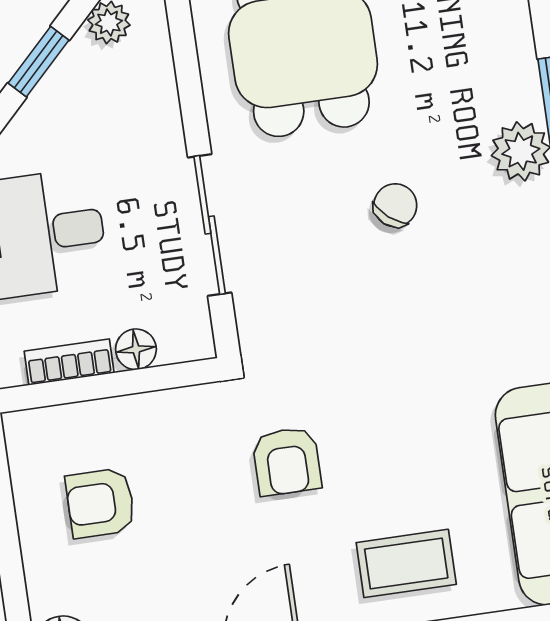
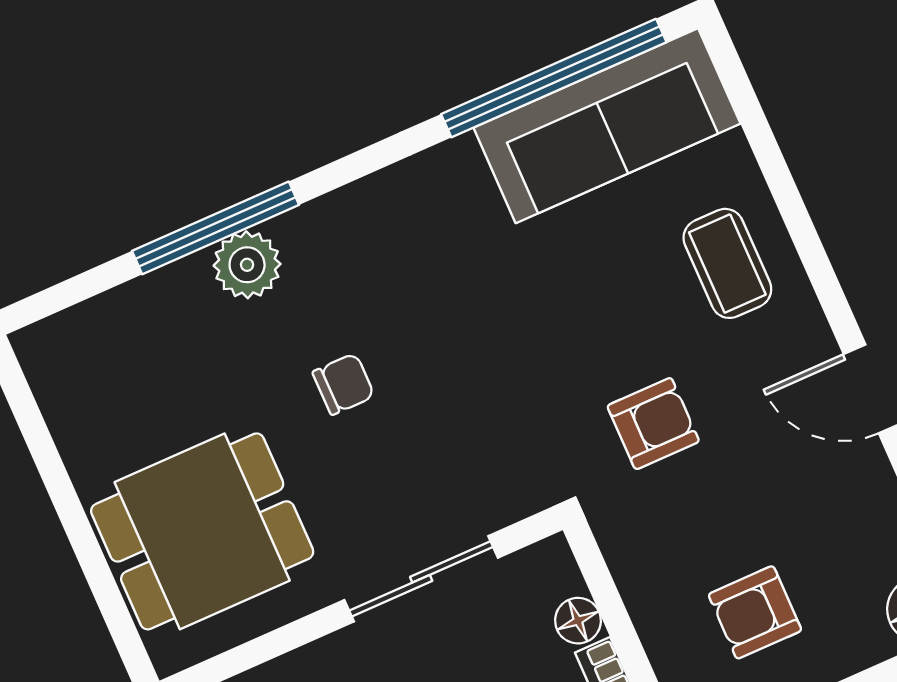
chair: (395, 205) -> (343, 384), turned 140
armchair: (100, 503) -> (755, 612), turned 90

